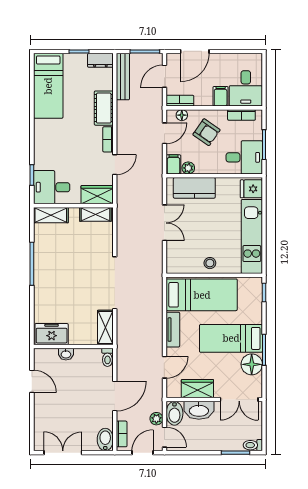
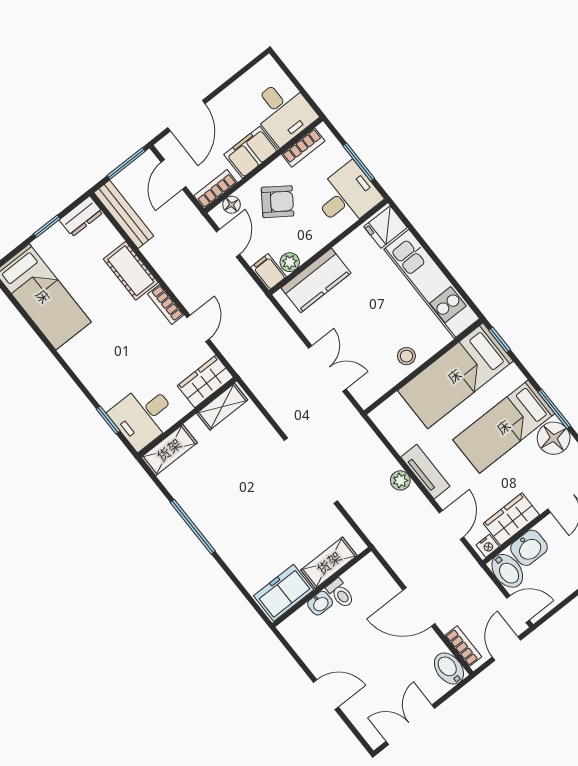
filing cabinet: (221, 96) -> (251, 152), width x2.00
double door: (164, 223) -> (327, 368), moved
bed: (202, 295) -> (455, 376), moved, turned 180
shelving: (105, 328) -> (329, 563), moved, turned 90
toilet: (107, 357) -> (340, 593), moved
door: (32, 381) -> (326, 695), moved
nightstand: (175, 393) -> (488, 546), added
door: (115, 396) -> (419, 607), swing flipped
washbasin: (199, 410) -> (529, 548), width x0.72
plant: (156, 419) -> (400, 480), moved

